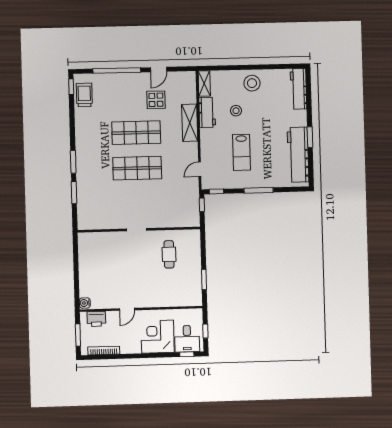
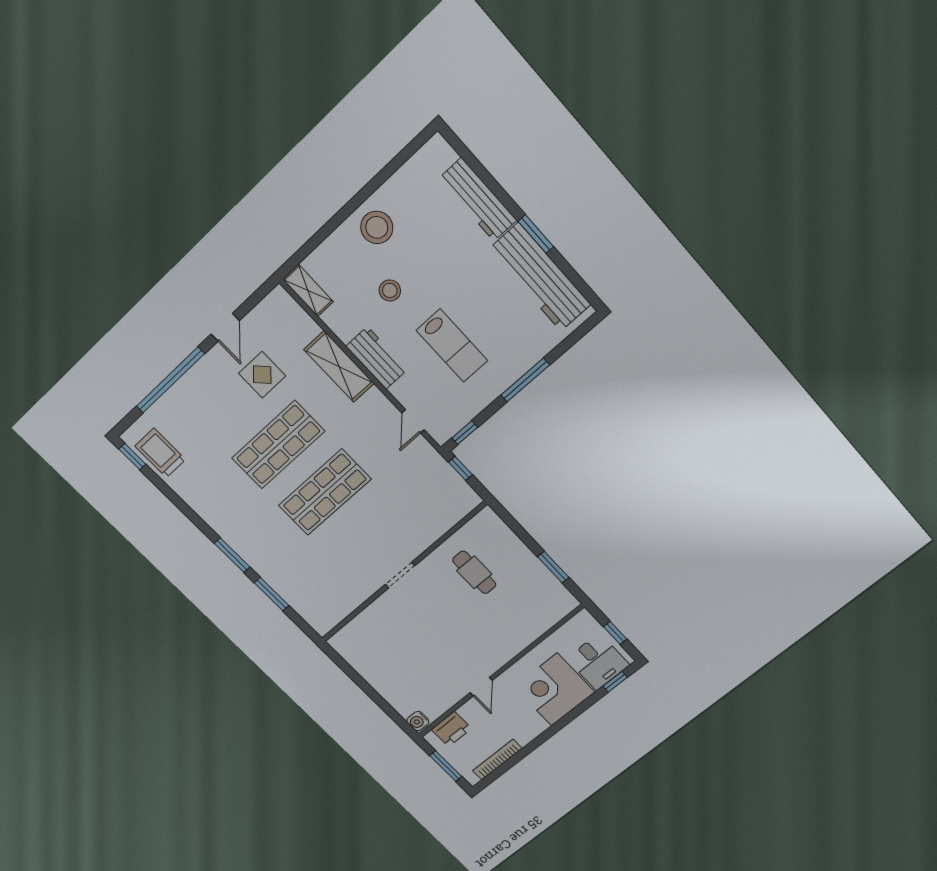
workbench: (299, 89) -> (478, 199), moved
workbench: (207, 112) -> (377, 358), moved

